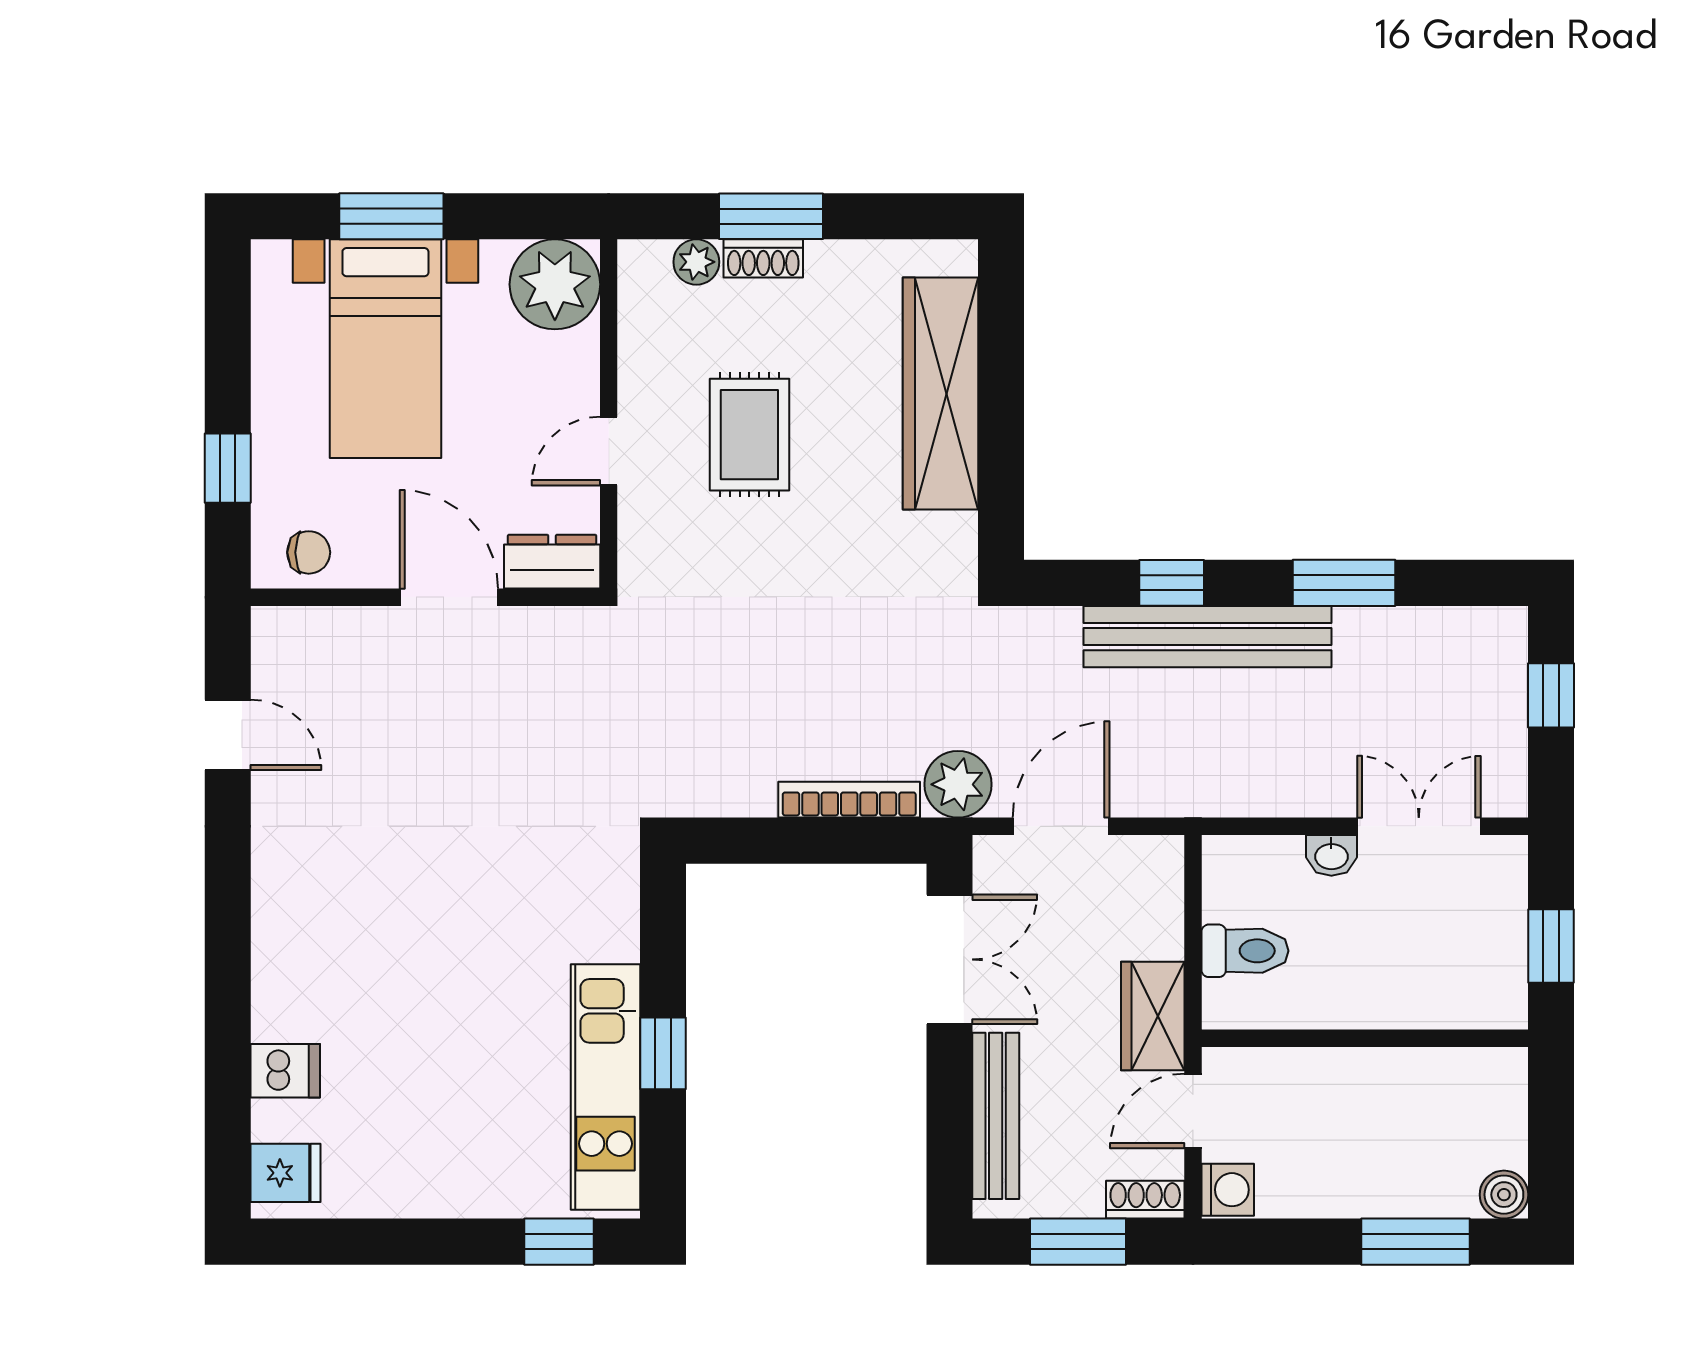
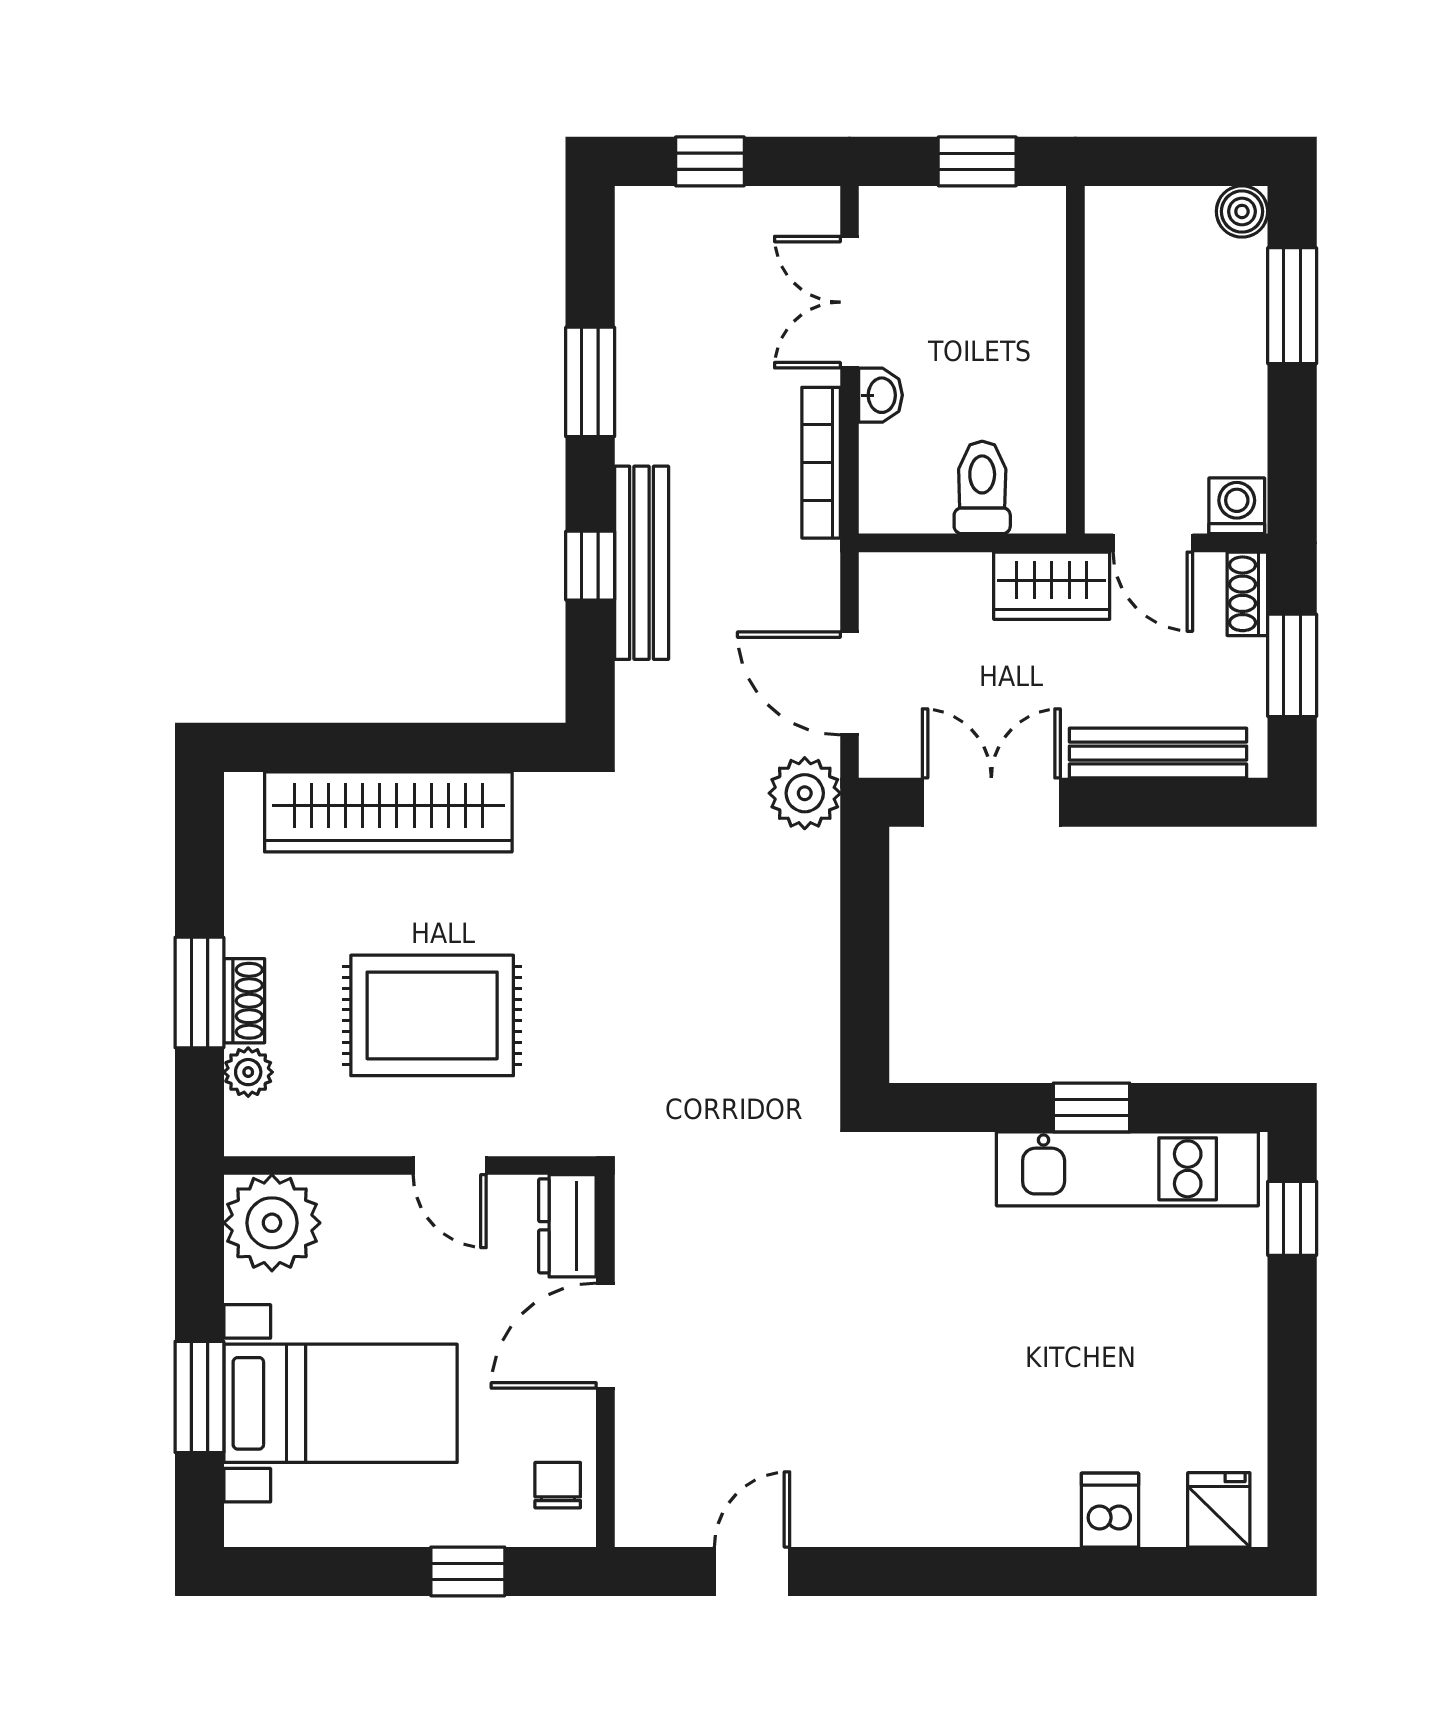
rug: (749, 435) -> (432, 1015), width x1.36, depth x1.43
bench: (1208, 637) -> (642, 563), width x0.73, depth x0.82
bookcase: (849, 800) -> (821, 463), moved

